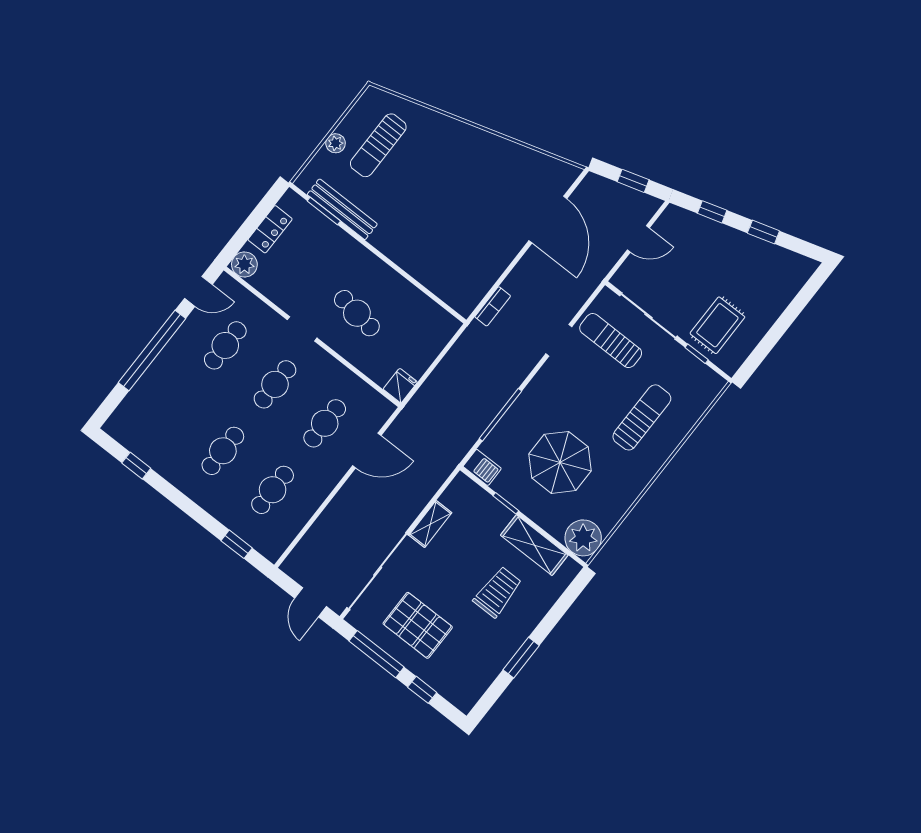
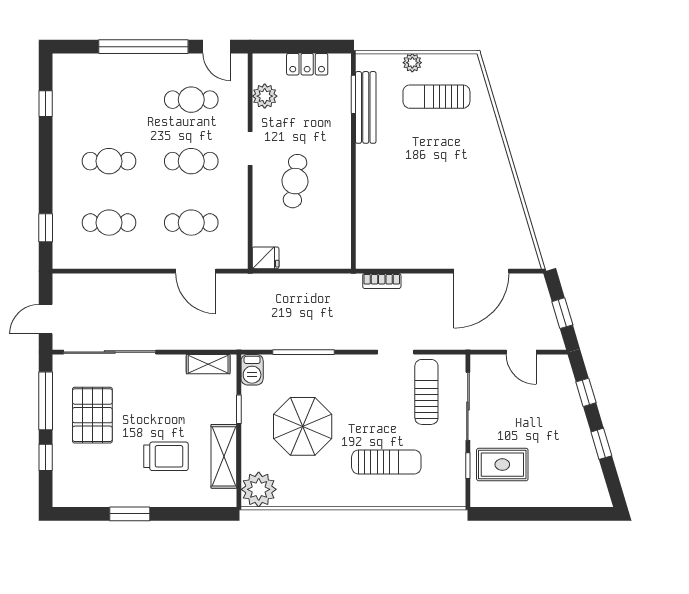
plant: (244, 264) -> (265, 96), moved
shelving: (430, 524) -> (208, 364), moved

